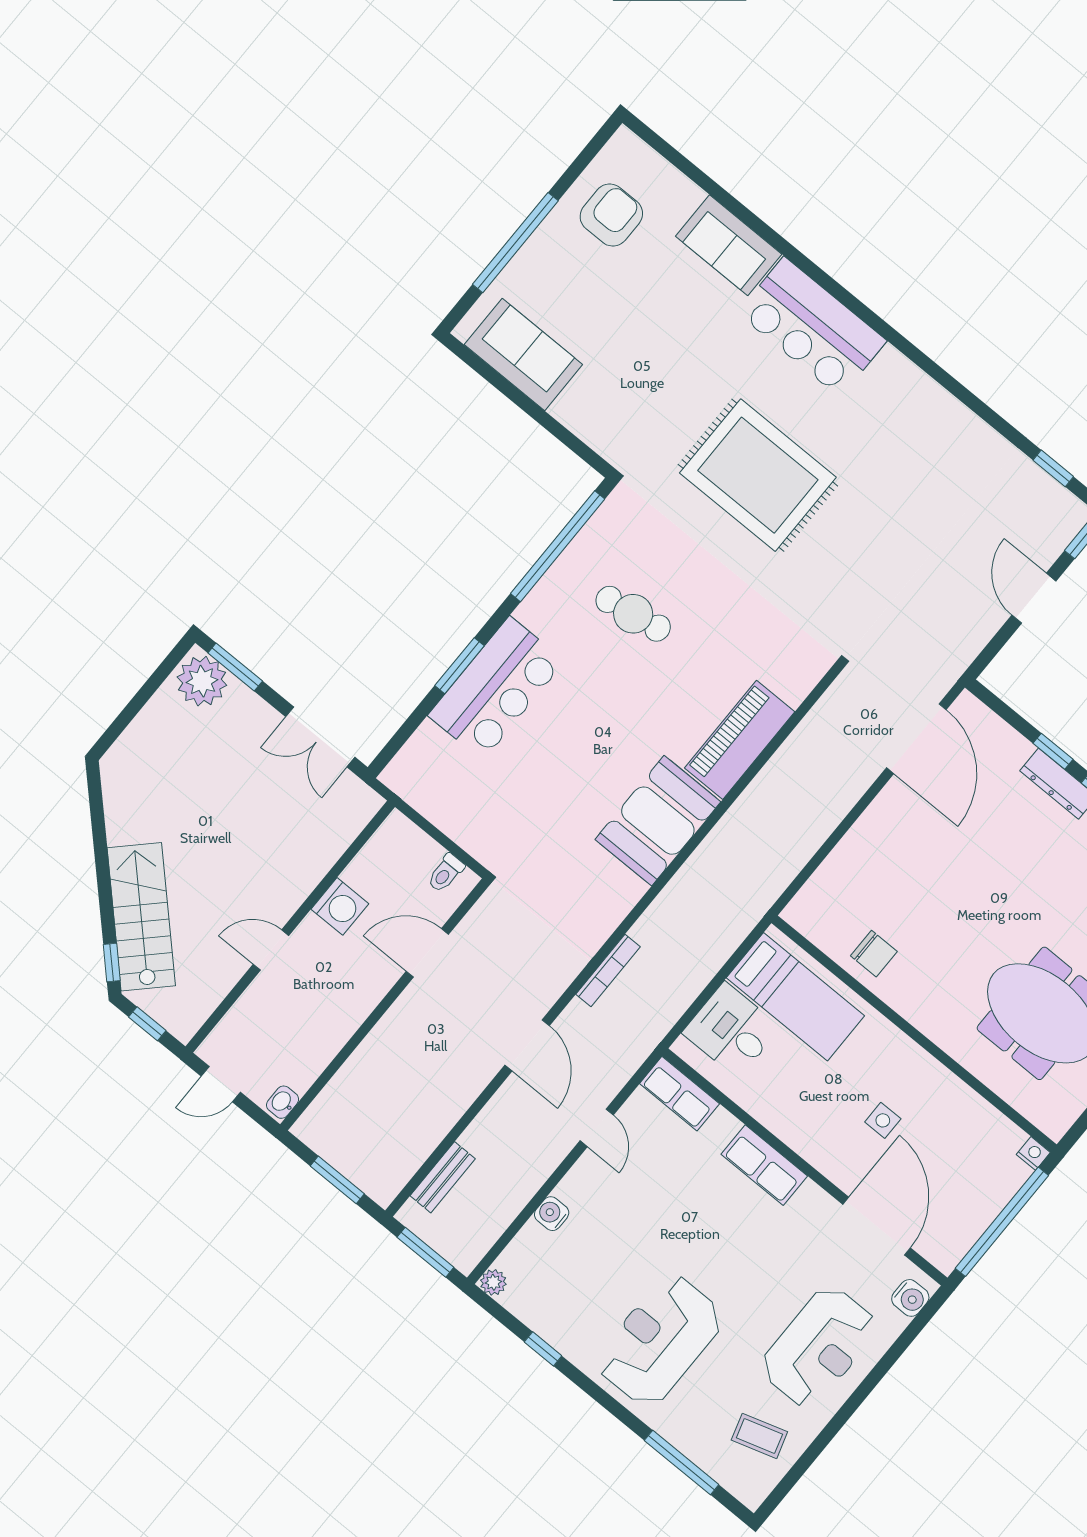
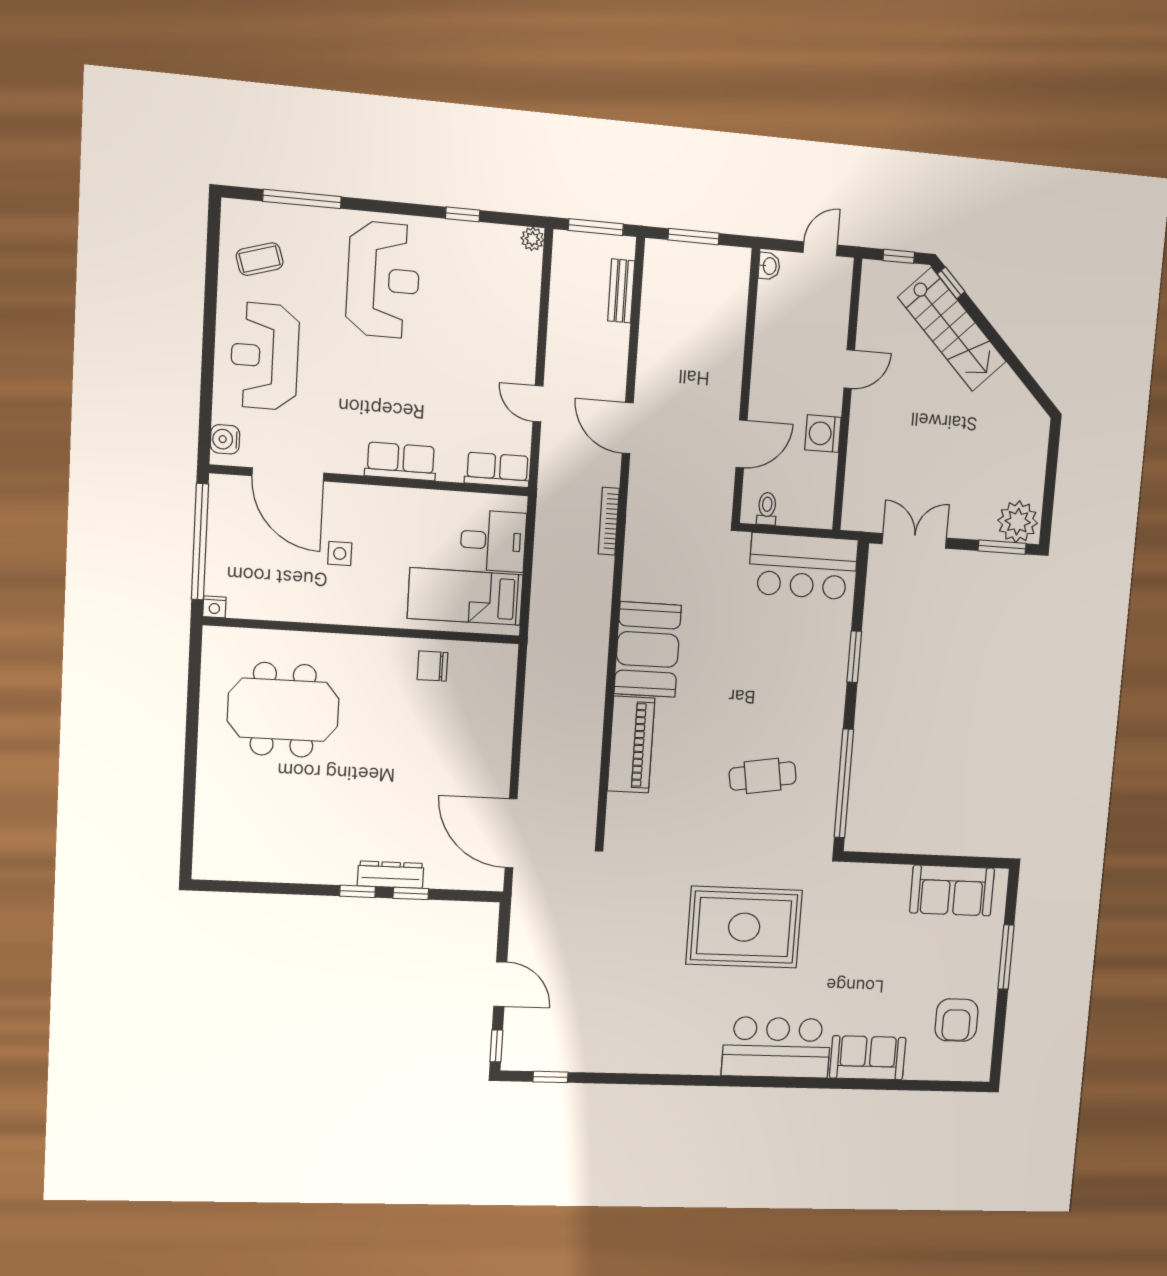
window: (515, 243) -> (1006, 957), width x0.68
bar counter: (496, 688) -> (803, 566), moved, turned -90
water cooler: (552, 1214) -> (526, 319), removed

